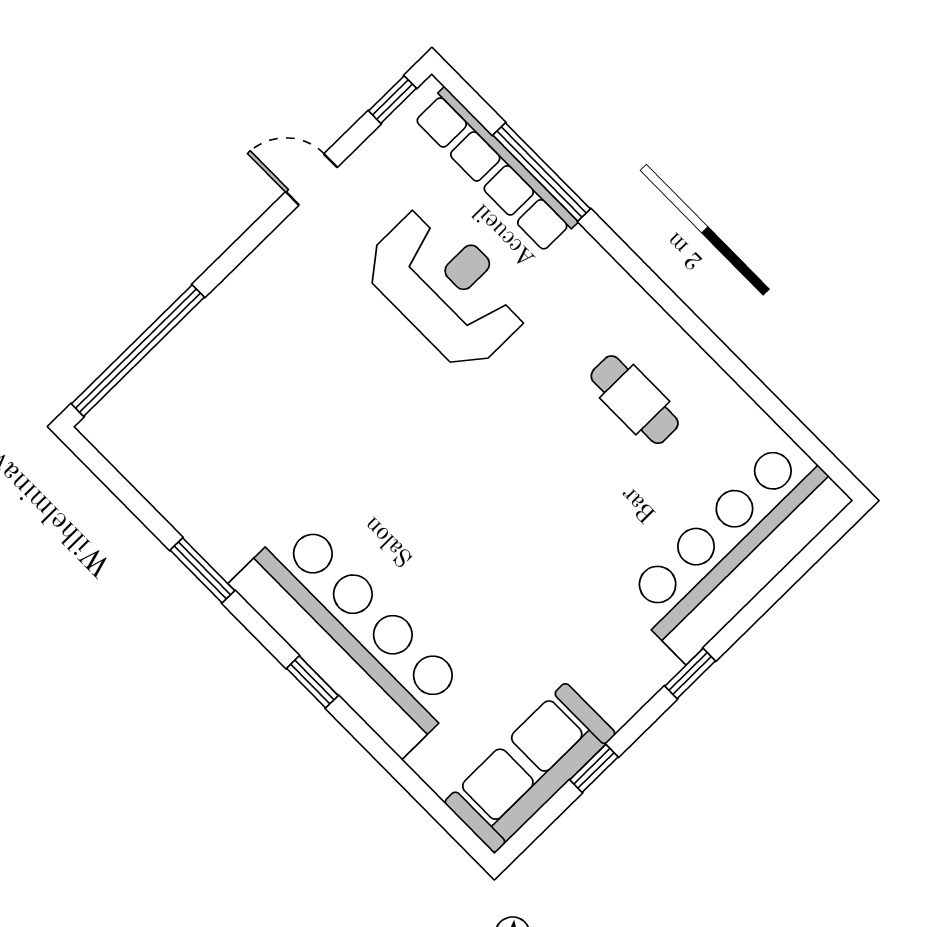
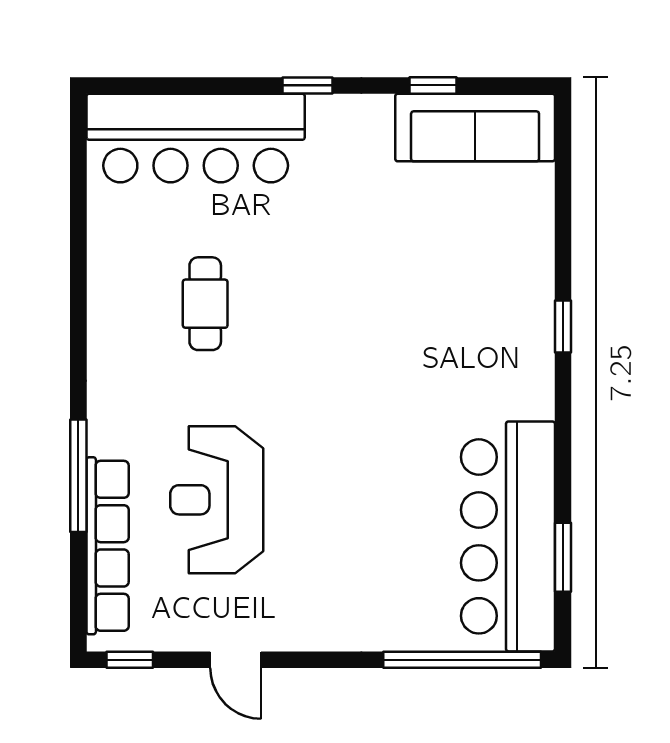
window: (542, 172) -> (78, 476), moved
cafe table: (635, 400) -> (205, 304), moved
window: (202, 570) -> (563, 557), moved
bar counter: (351, 636) -> (508, 536), moved

